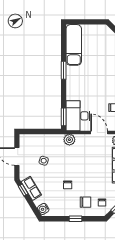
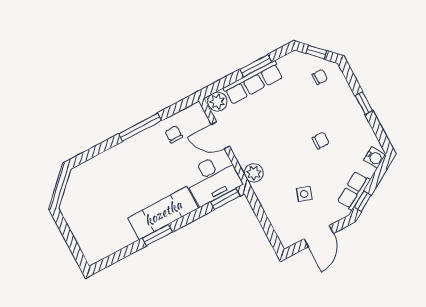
exam couch: (74, 45) -> (163, 213), moved
door: (99, 132) -> (220, 135), hinge flipped
chair: (86, 202) -> (332, 101), removed

